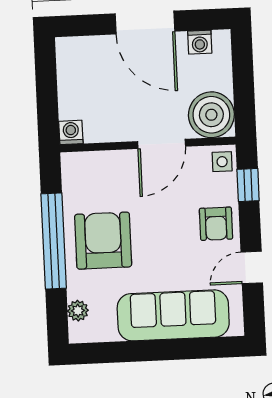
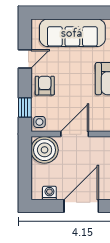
door: (145, 23) -> (81, 206), hinge flipped

